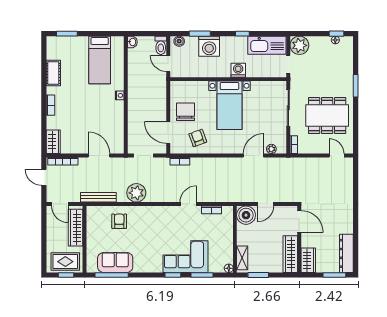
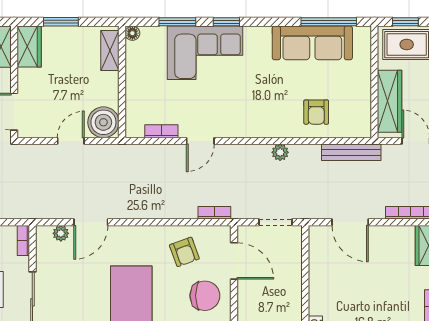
chair: (186, 112) -> (205, 296), turned -90
plant: (136, 193) -> (280, 152), width x0.53, depth x0.53
wardrobe: (290, 254) -> (29, 47), width x0.67
sofa: (115, 262) -> (312, 43), width x1.36
window: (258, 275) -> (61, 22), moved

